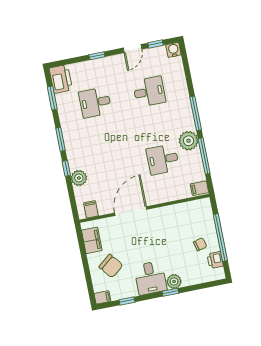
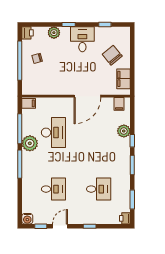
printer: (61, 79) -> (125, 218), width x0.53, depth x0.68
desk: (149, 92) -> (53, 189), turned 180
desk: (163, 159) -> (53, 133), width x1.37
printer: (215, 260) -> (27, 33), moved
plant: (174, 282) -> (54, 33), moved
filing cabinet: (102, 297) -> (124, 31), removed

